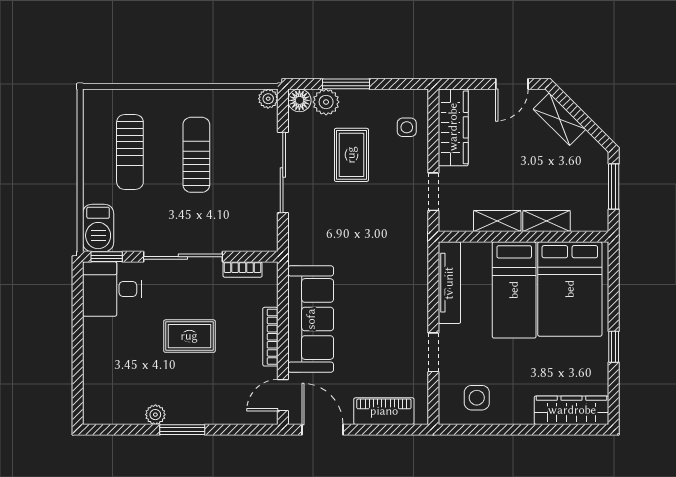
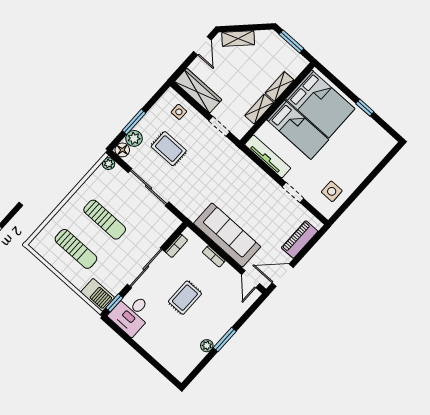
sun lounger: (196, 155) -> (105, 220), turned 180
bookcase: (270, 337) -> (214, 256), width x0.64
wardrobe: (572, 410) -> (377, 153), removed

